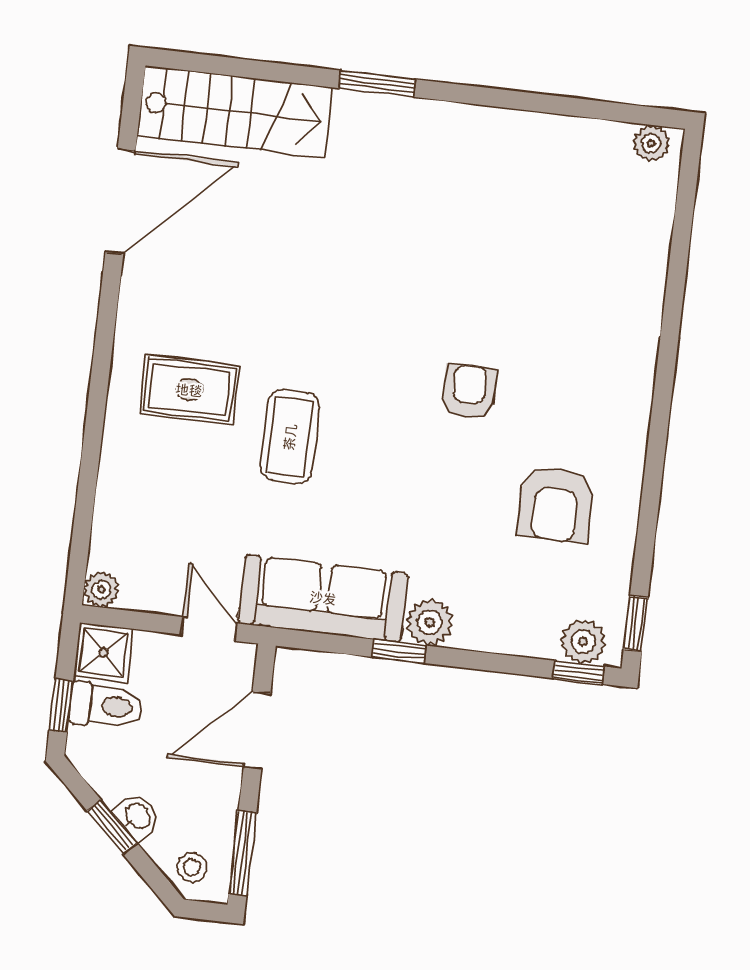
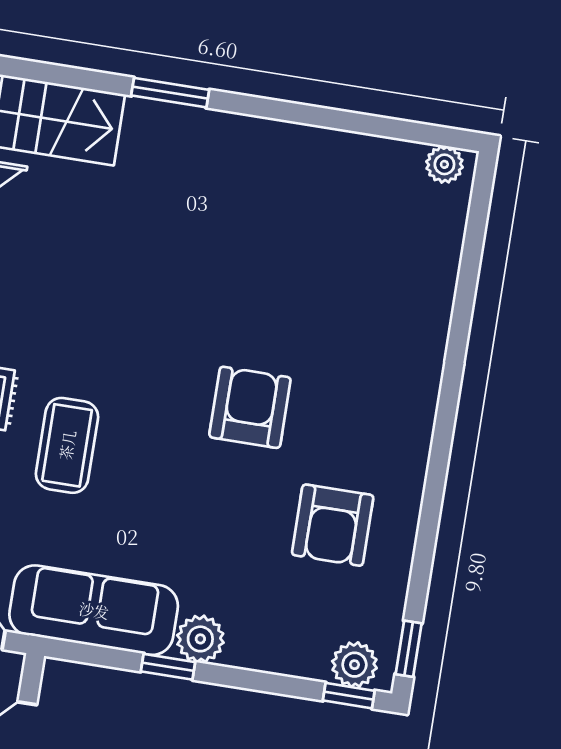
armchair: (469, 391) -> (250, 407), width x1.38, depth x1.38

